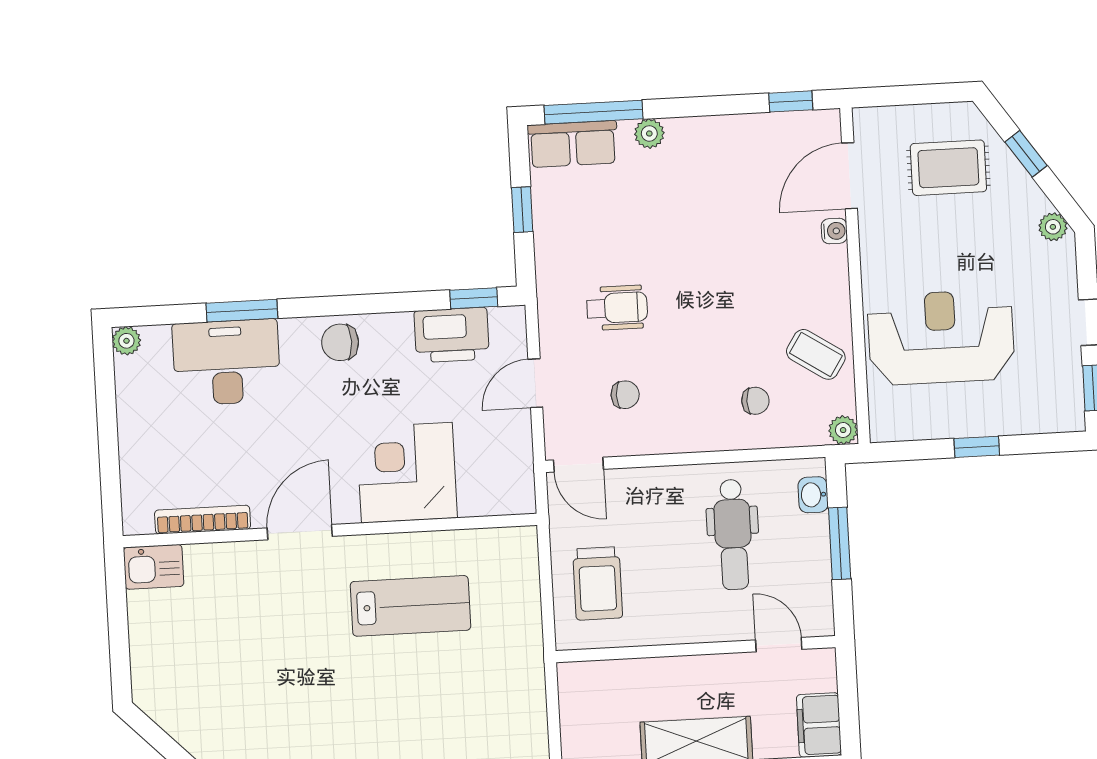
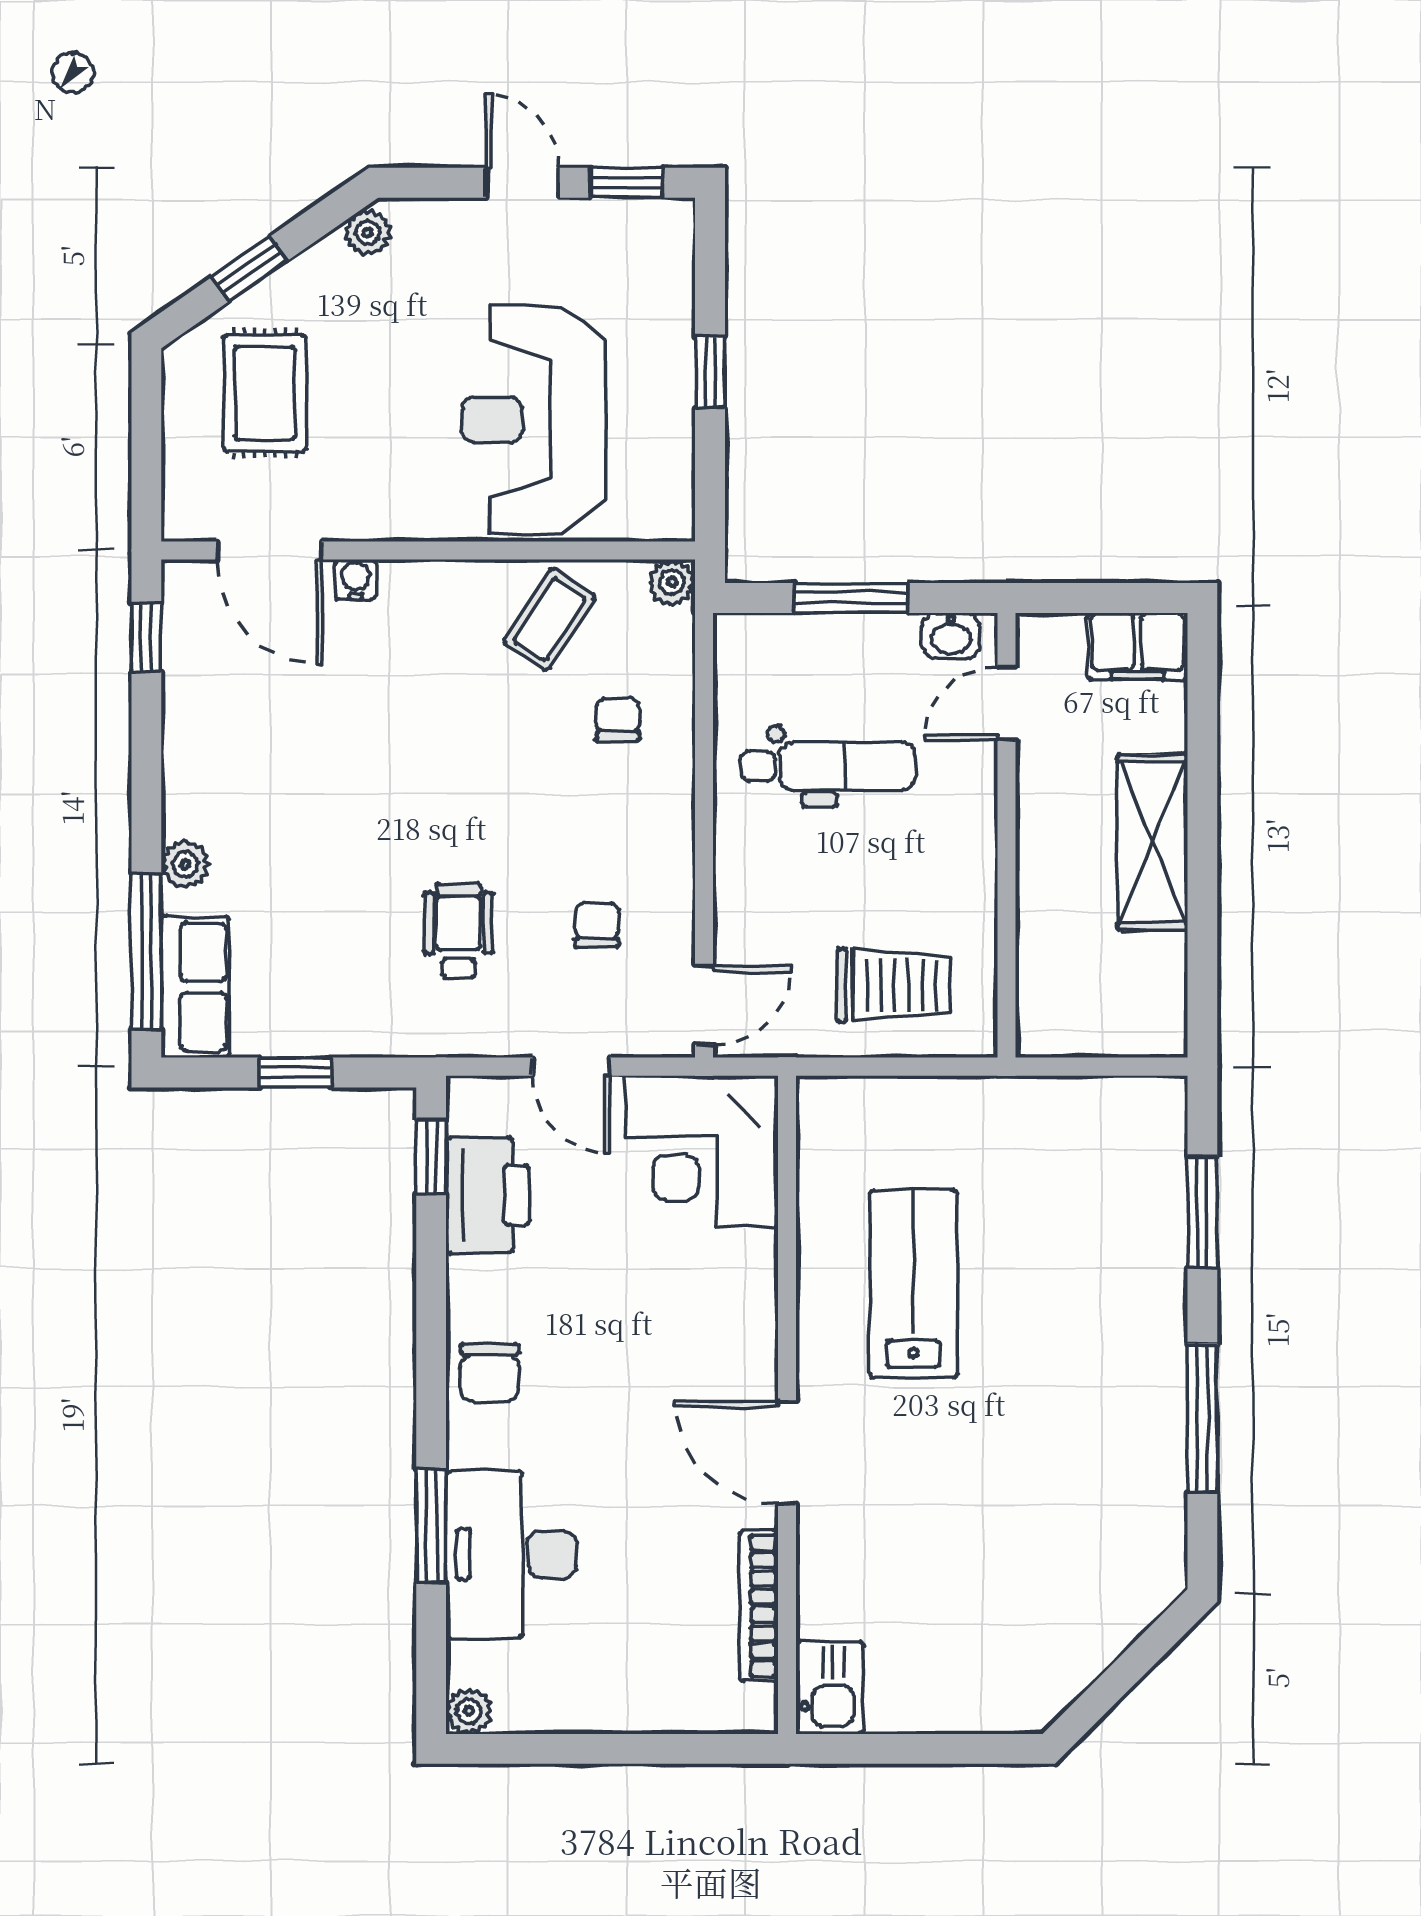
corner desk: (407, 473) -> (702, 1152), moved
washbasin: (813, 495) -> (951, 636), moved

